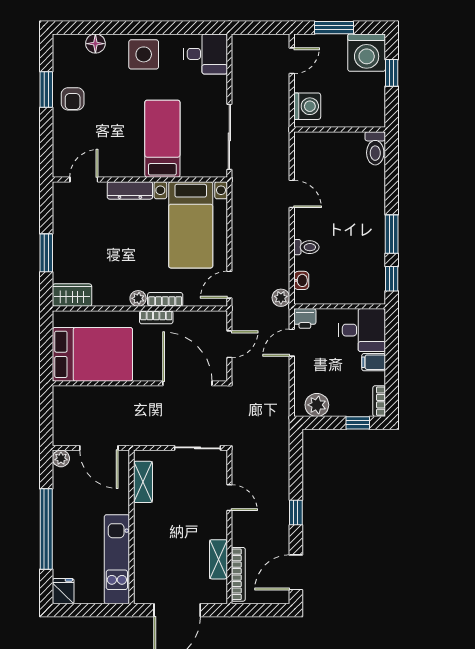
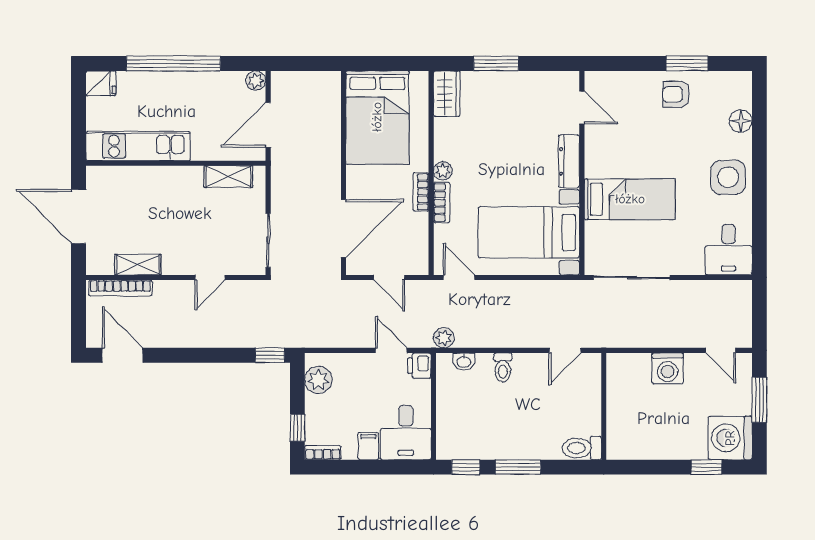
wall: (340, 130) -> (604, 406), moved
toilet: (375, 148) -> (582, 448), moved
window: (296, 513) -> (270, 355), moved

